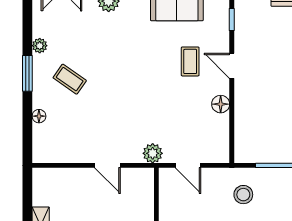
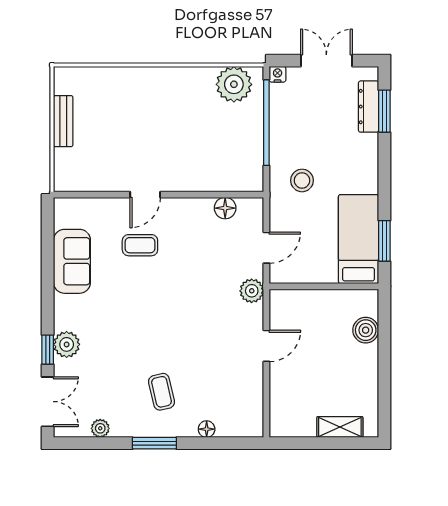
window: (232, 19) -> (89, 195), removed
plant: (40, 46) -> (100, 428), moved
coffee table: (70, 79) -> (161, 392), turned -48
floor lamp: (221, 104) -> (225, 208), moved

